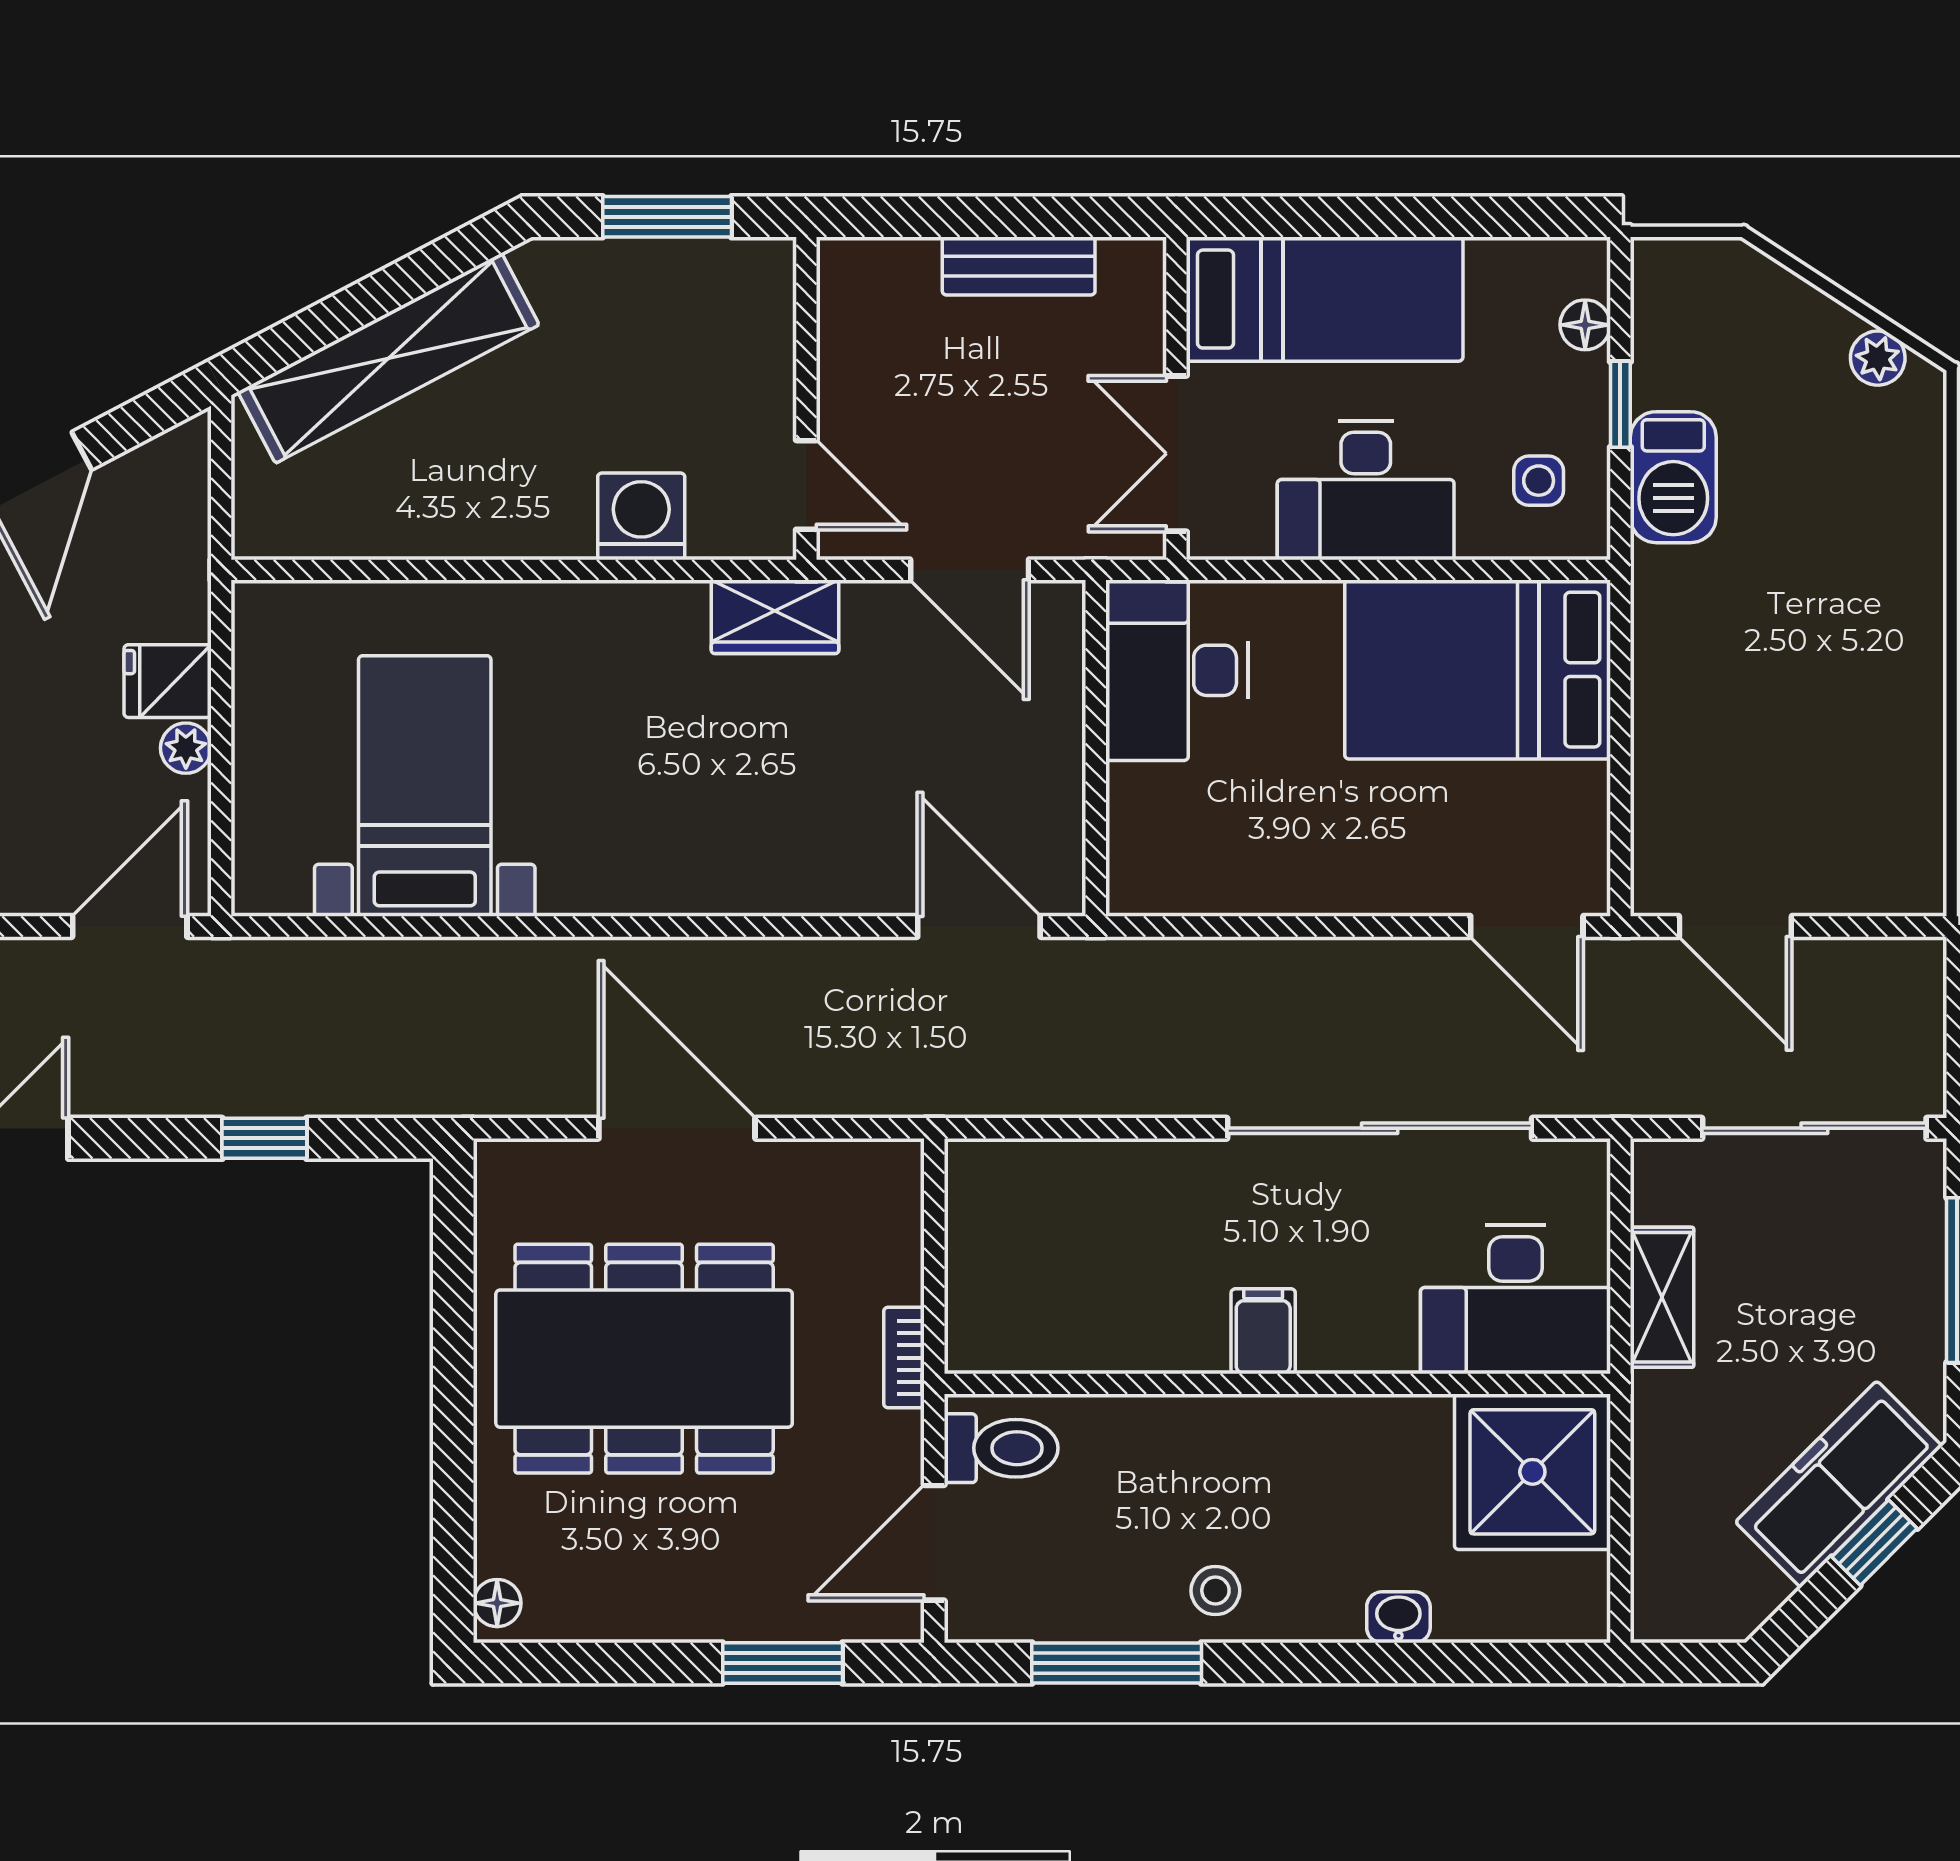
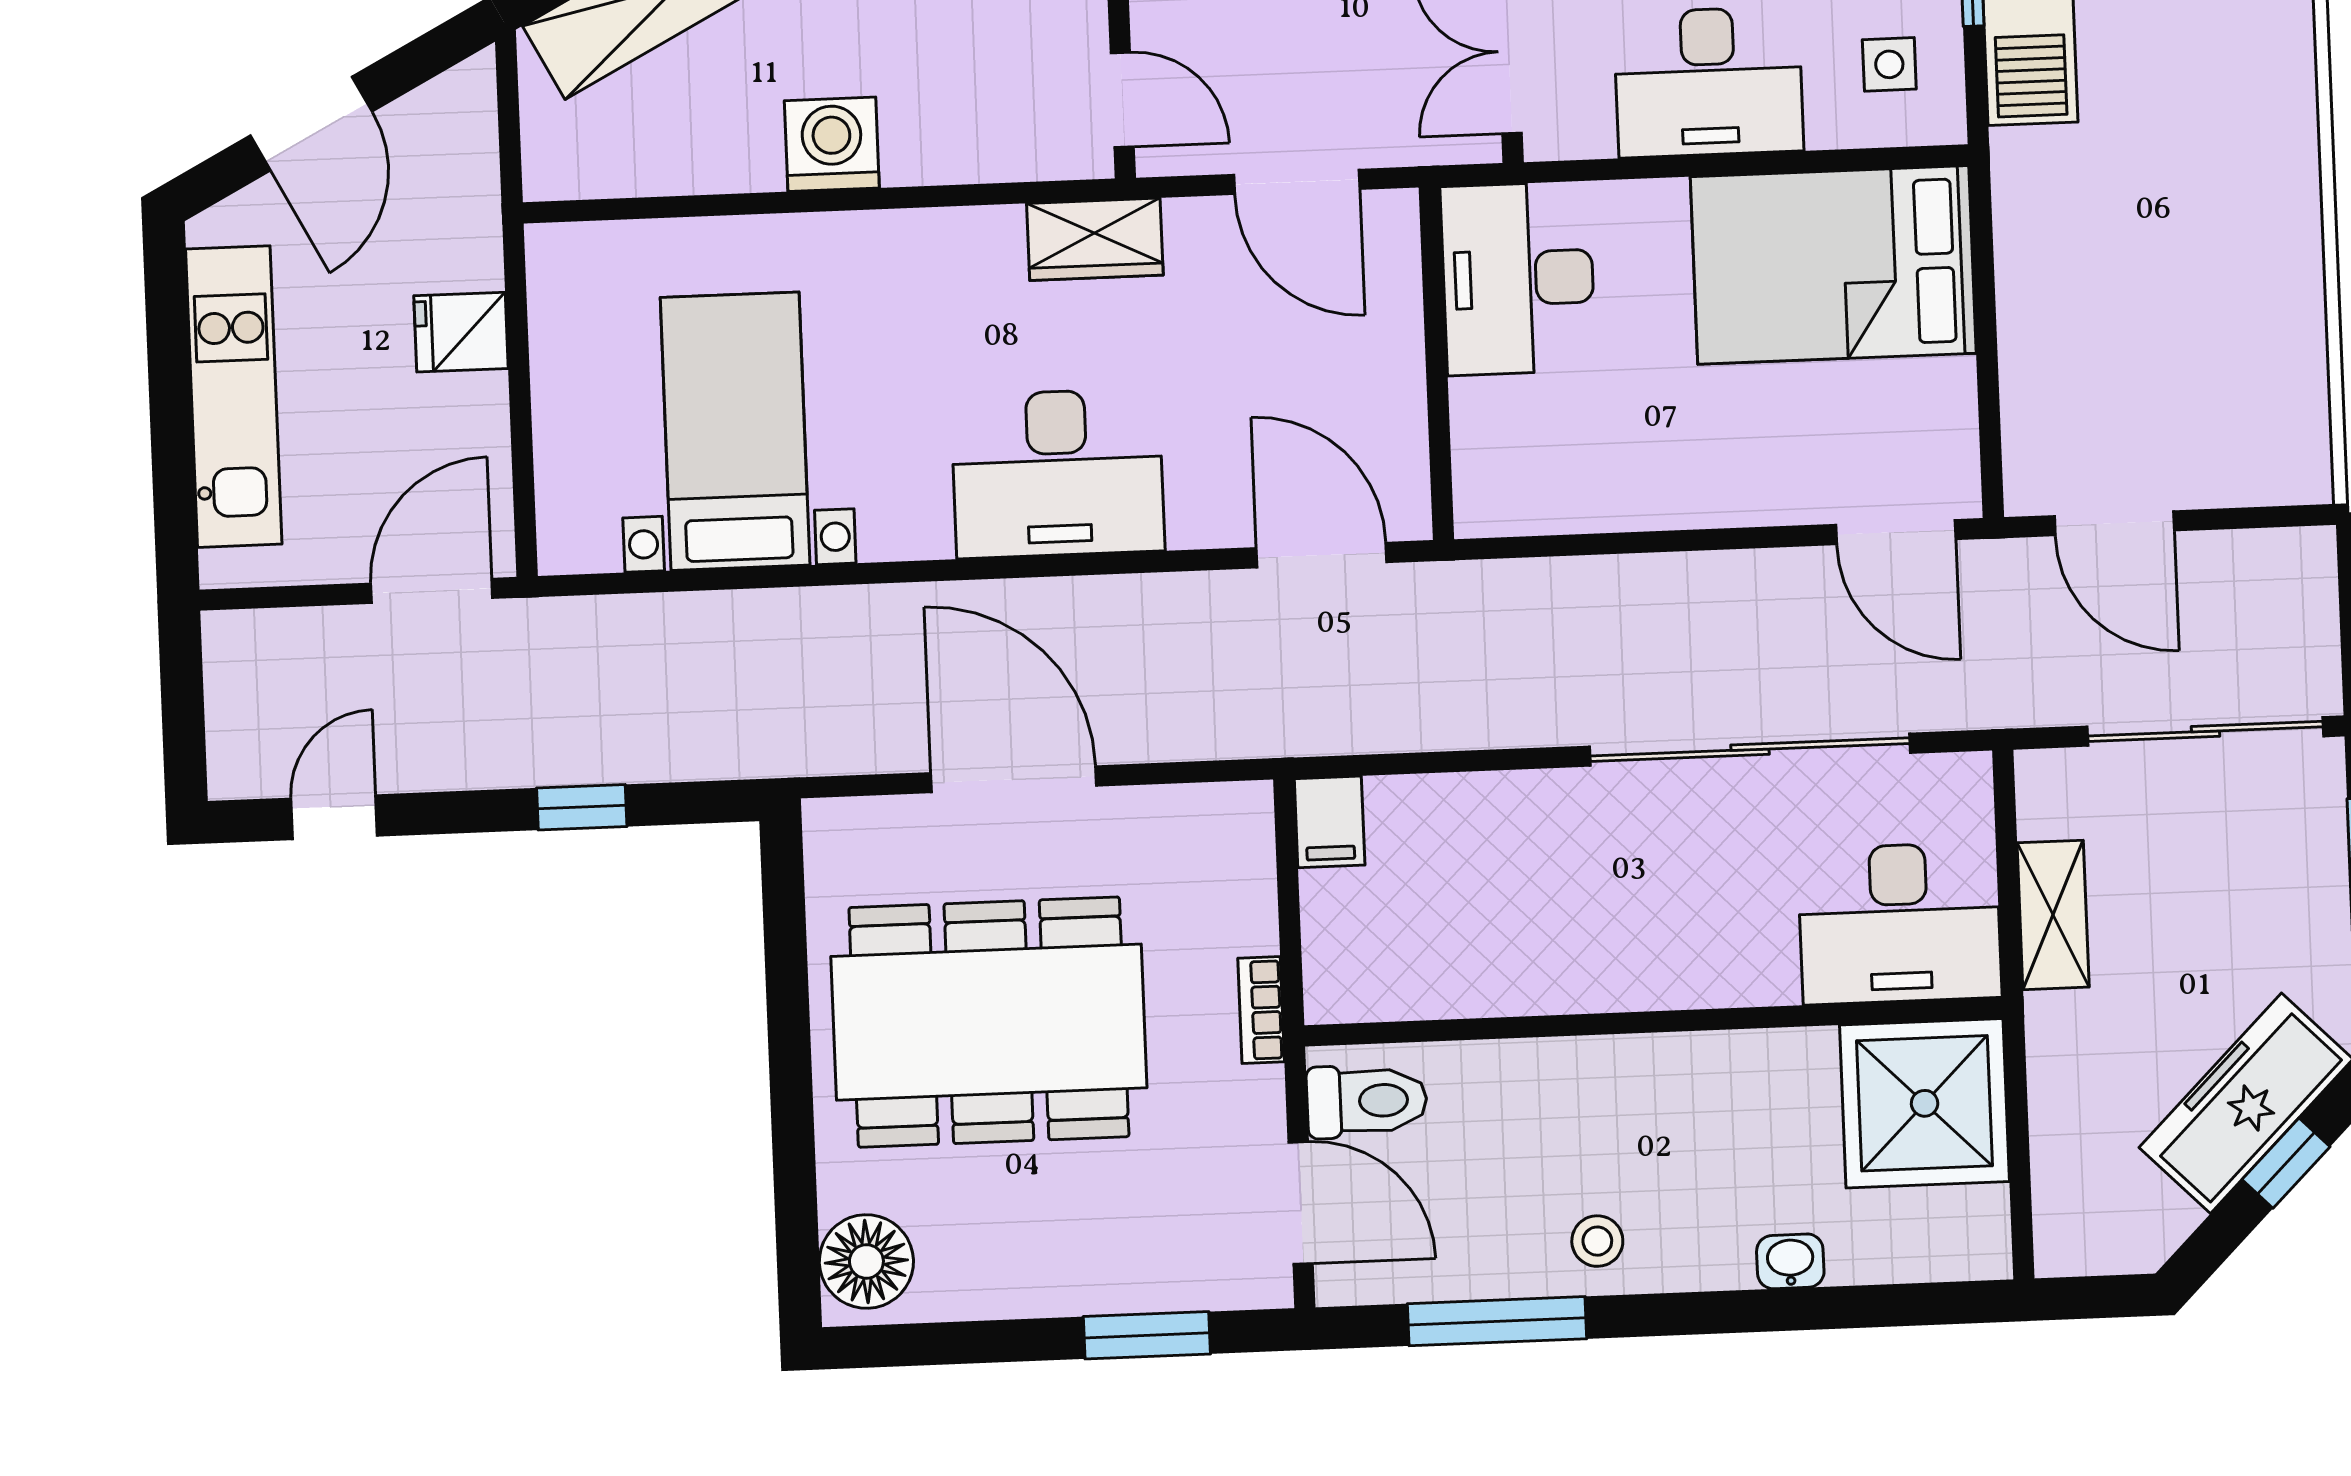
washing machine: (641, 516) -> (832, 144), moved
plant: (186, 748) -> (483, 402), removed
desk: (731, 838) -> (1058, 473), added
filing cabinet: (1263, 1331) -> (1330, 822), moved, turned 180
door: (934, 1543) -> (1301, 1203), swing flipped
floor lamp: (497, 1603) -> (866, 1261), width x1.89, depth x1.89

